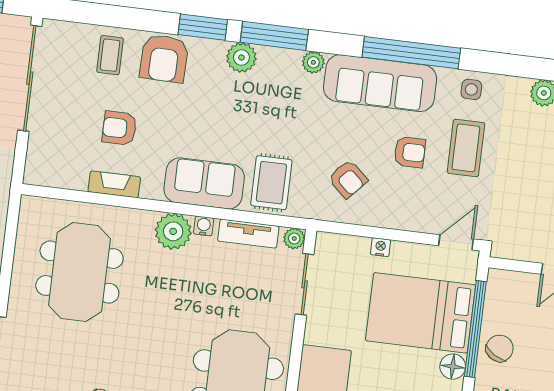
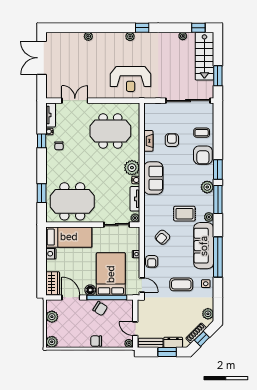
armchair: (164, 58) -> (203, 155), turned -91
armchair: (410, 152) -> (152, 261), moved
rug: (271, 183) -> (184, 214), moved

